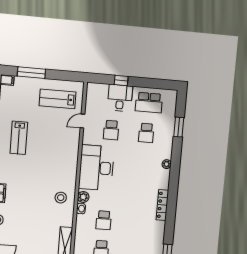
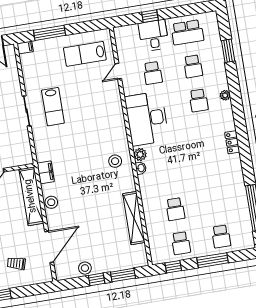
locker: (162, 205) -> (232, 142), width x0.66
school desk: (104, 220) -> (199, 100), moved

